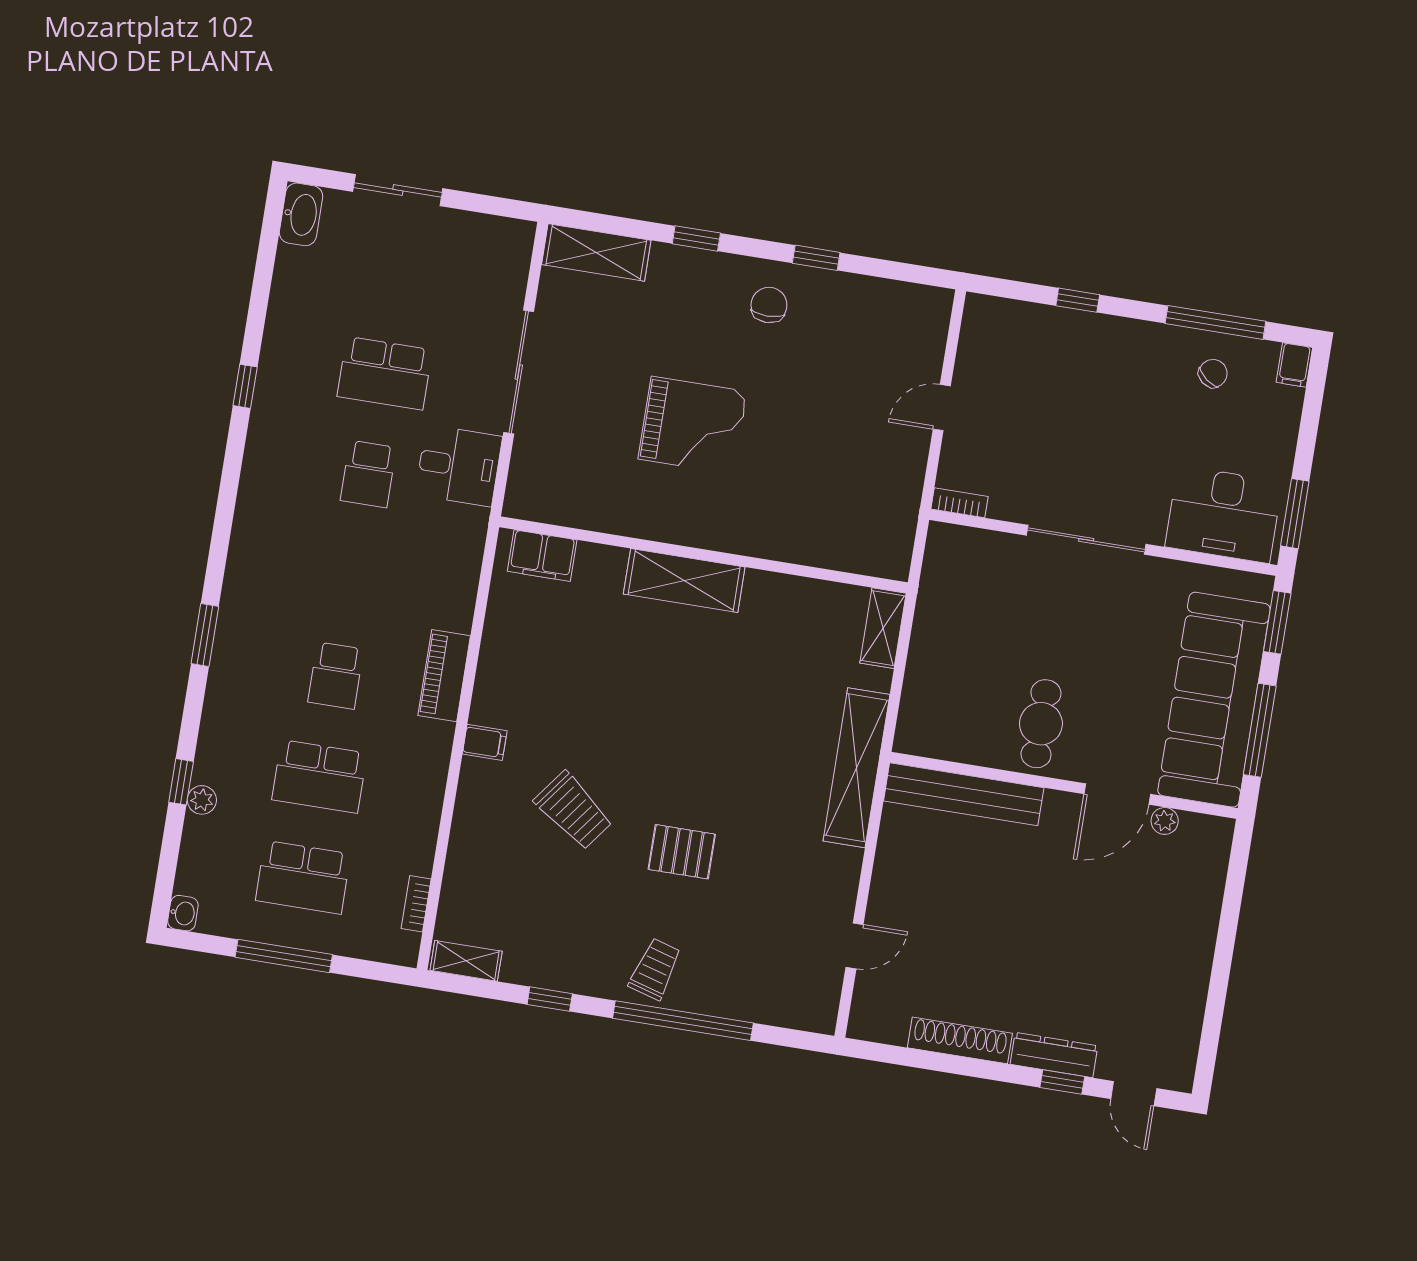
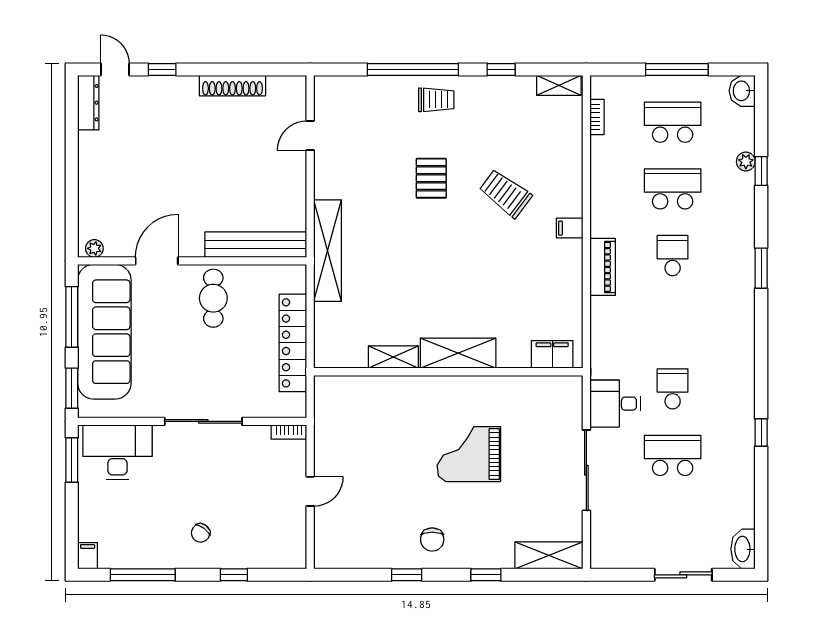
chair: (1213, 373) -> (201, 533), moved
shelving: (883, 628) -> (393, 357), moved, turned 90
locker: (932, 637) -> (293, 343), added
plant: (1165, 821) -> (94, 248), moved
pallet: (682, 852) -> (431, 178), turned 90
washbasin: (183, 913) -> (742, 91), width x1.38, depth x1.45
trolley: (655, 969) -> (436, 100), turned -106
dresser: (1054, 1055) -> (88, 103), moved, turned -90

